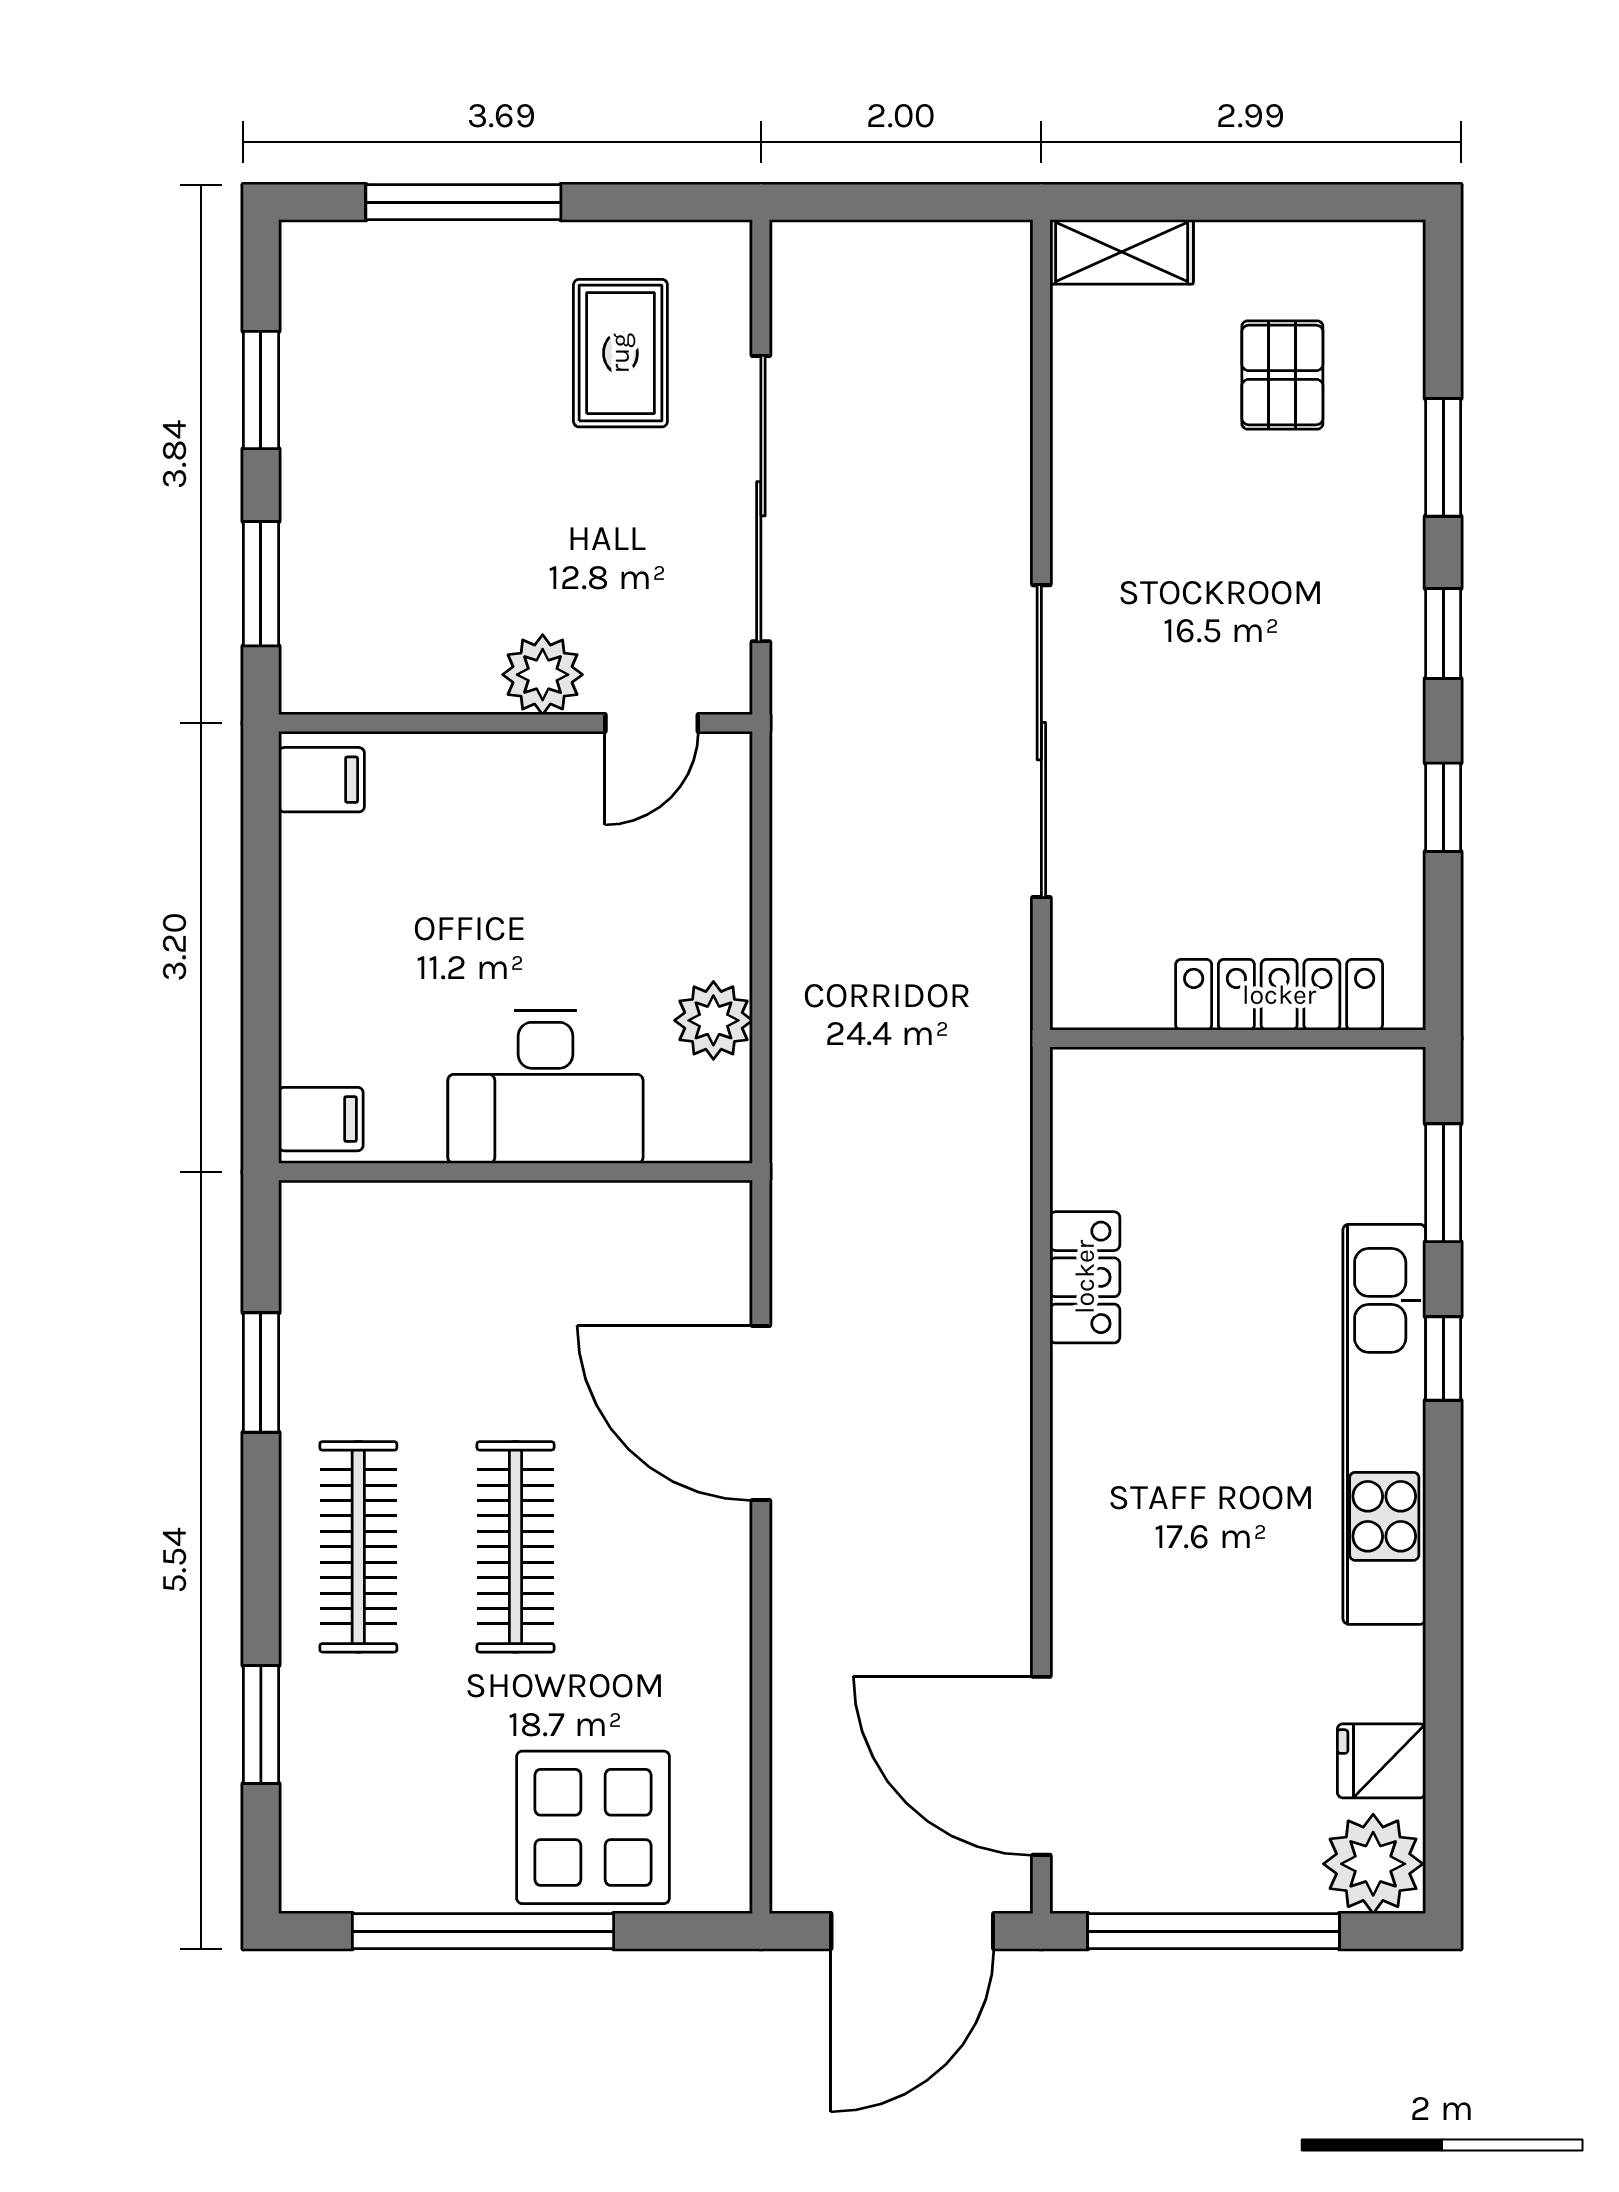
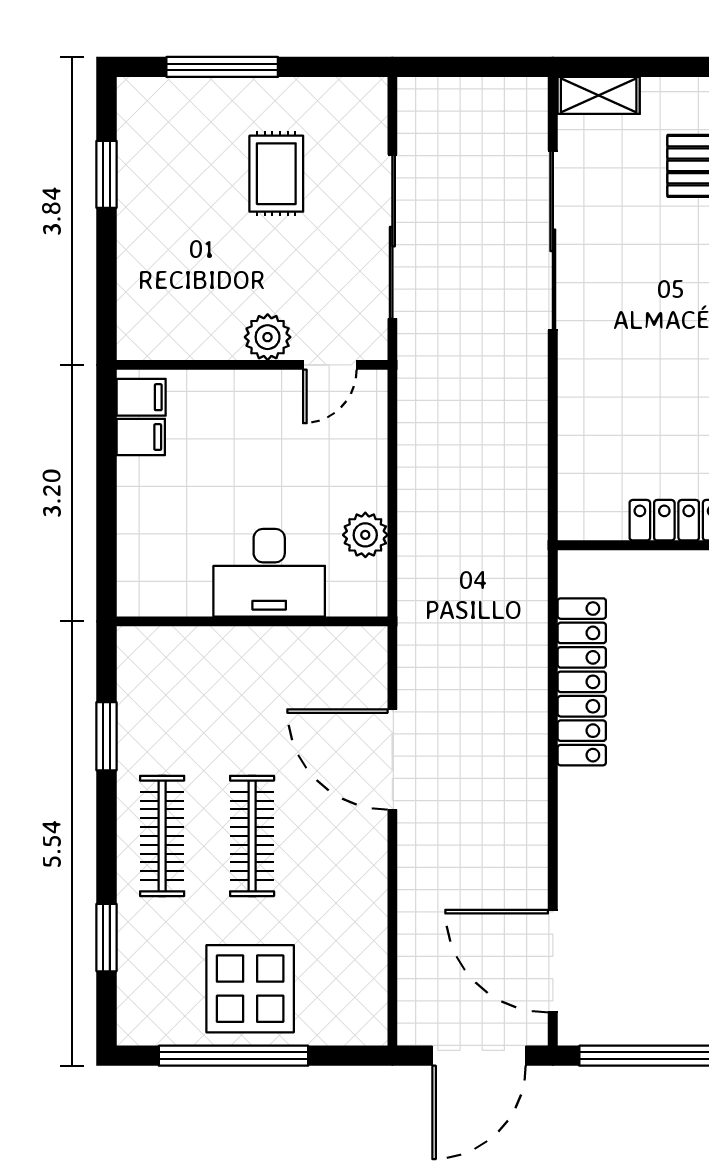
rug: (620, 353) -> (276, 174), moved
window: (261, 584) -> (107, 285), removed
sliding door: (1041, 741) -> (553, 240), moved
filing cabinet: (321, 1119) -> (141, 437), moved
locker: (1085, 1277) -> (582, 682), width x2.16, depth x1.21
display table: (593, 1827) -> (250, 989), moved

